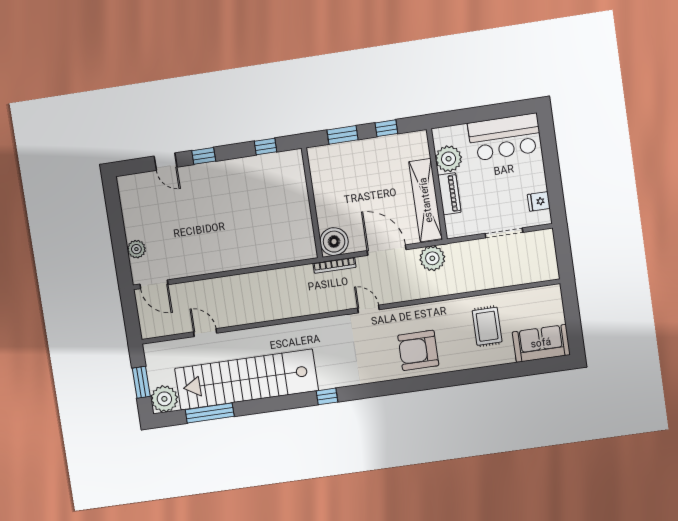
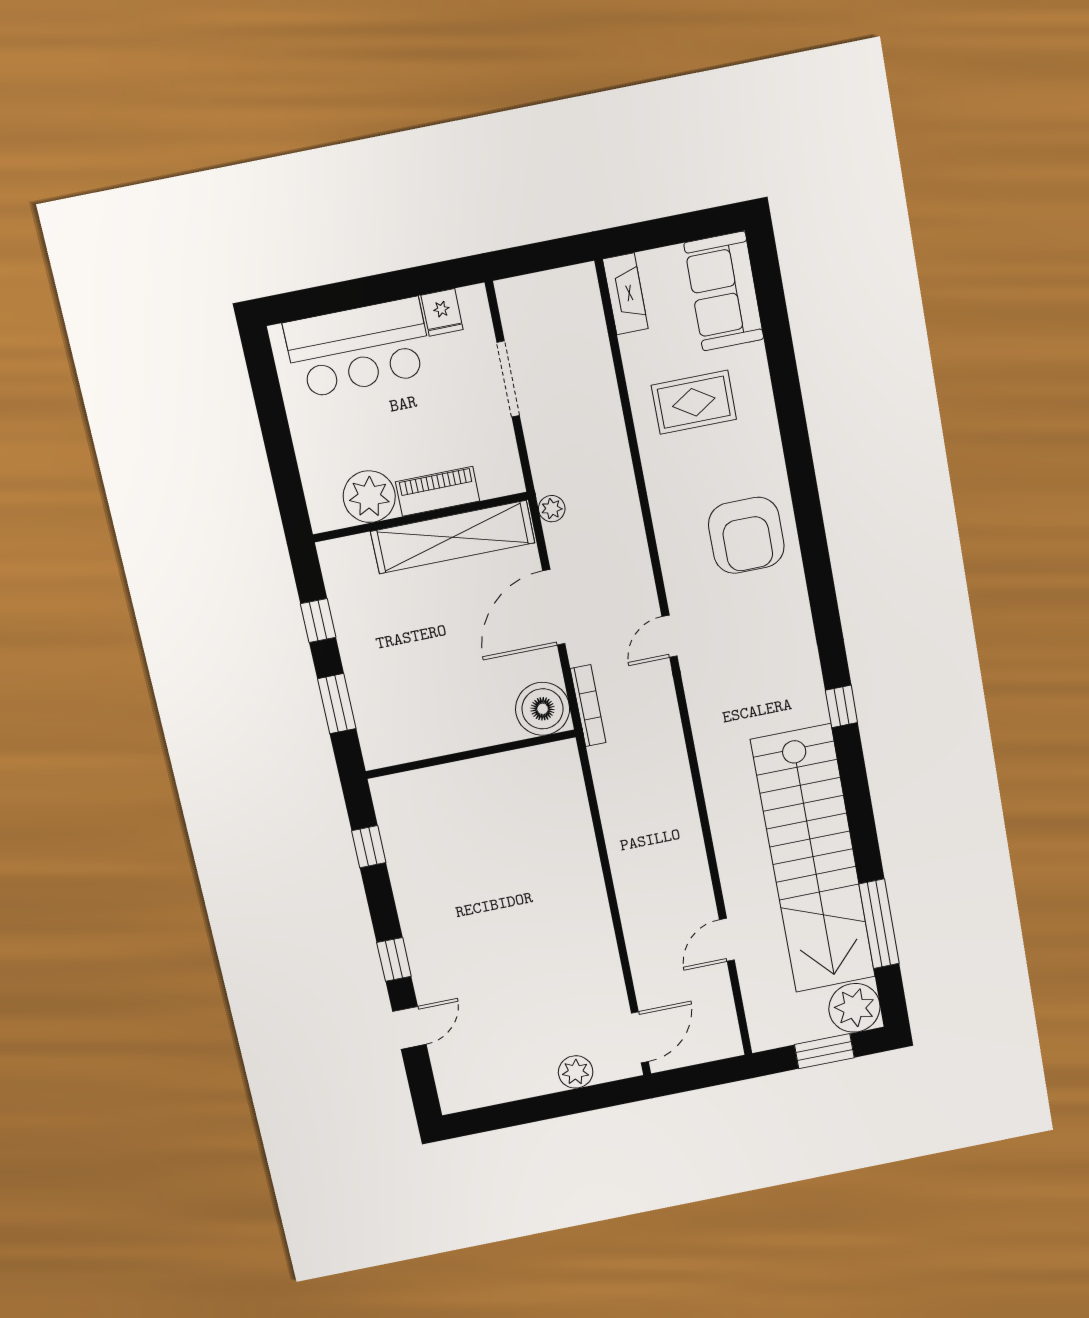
bar counter: (505, 137) -> (358, 348), moved, turned 90
plant: (432, 258) -> (552, 509), width x0.53, depth x0.53
fireplace: (543, 294) -> (625, 294), added

